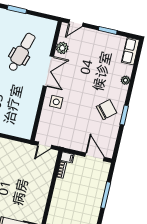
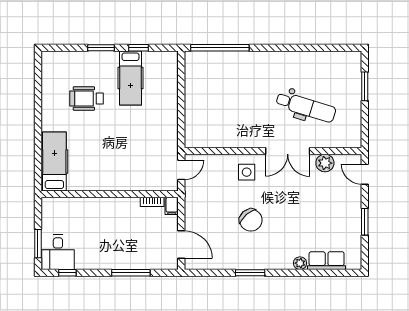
row of seats: (130, 51) -> (327, 261), moved
chair: (107, 110) -> (251, 220), moved
door: (45, 145) -> (181, 170), swing flipped
door: (95, 157) -> (181, 245), hinge flipped

